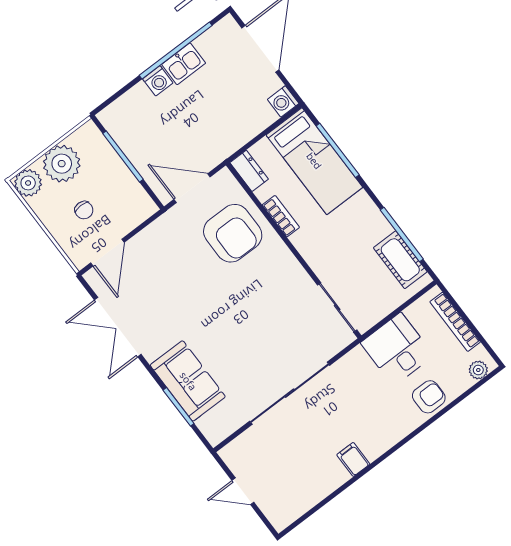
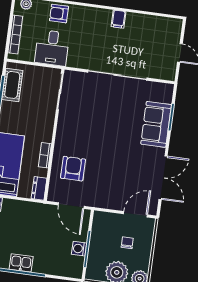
washing machine: (158, 81) -> (79, 249), moved, turned -90
armchair: (233, 233) -> (73, 169), width x0.73, depth x0.73

